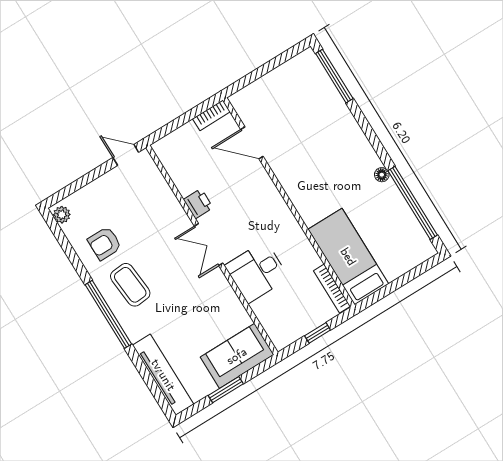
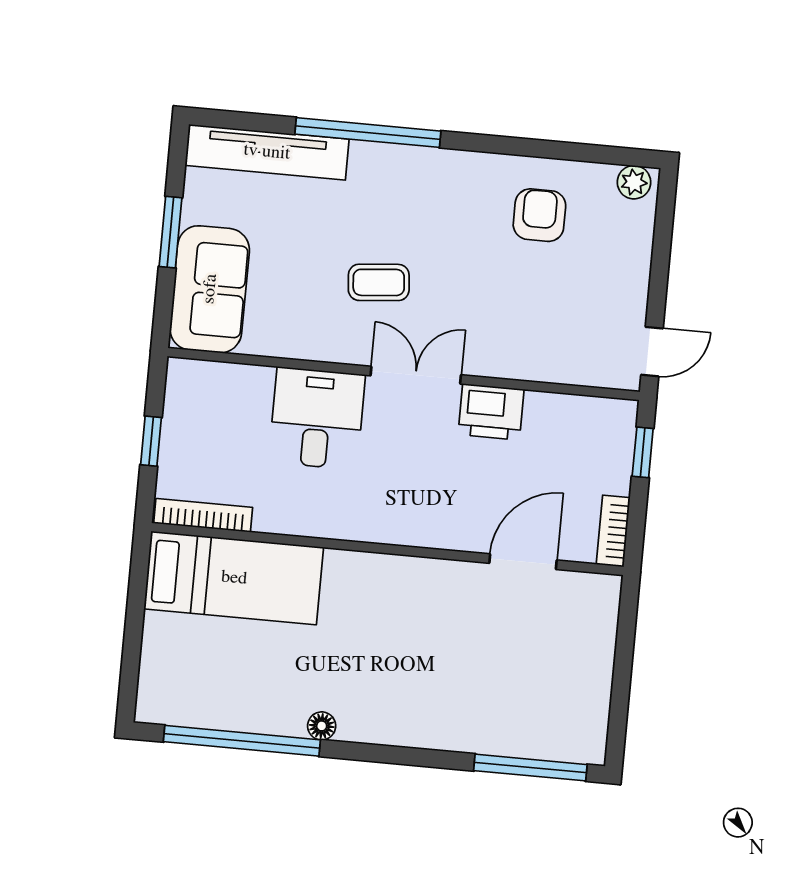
window: (170, 128) -> (643, 452), added
printer: (198, 204) -> (491, 412), width x1.36, depth x1.24
coffee table: (130, 285) -> (379, 282), moved, width x0.73, depth x0.77
window: (108, 314) -> (368, 133), moved

